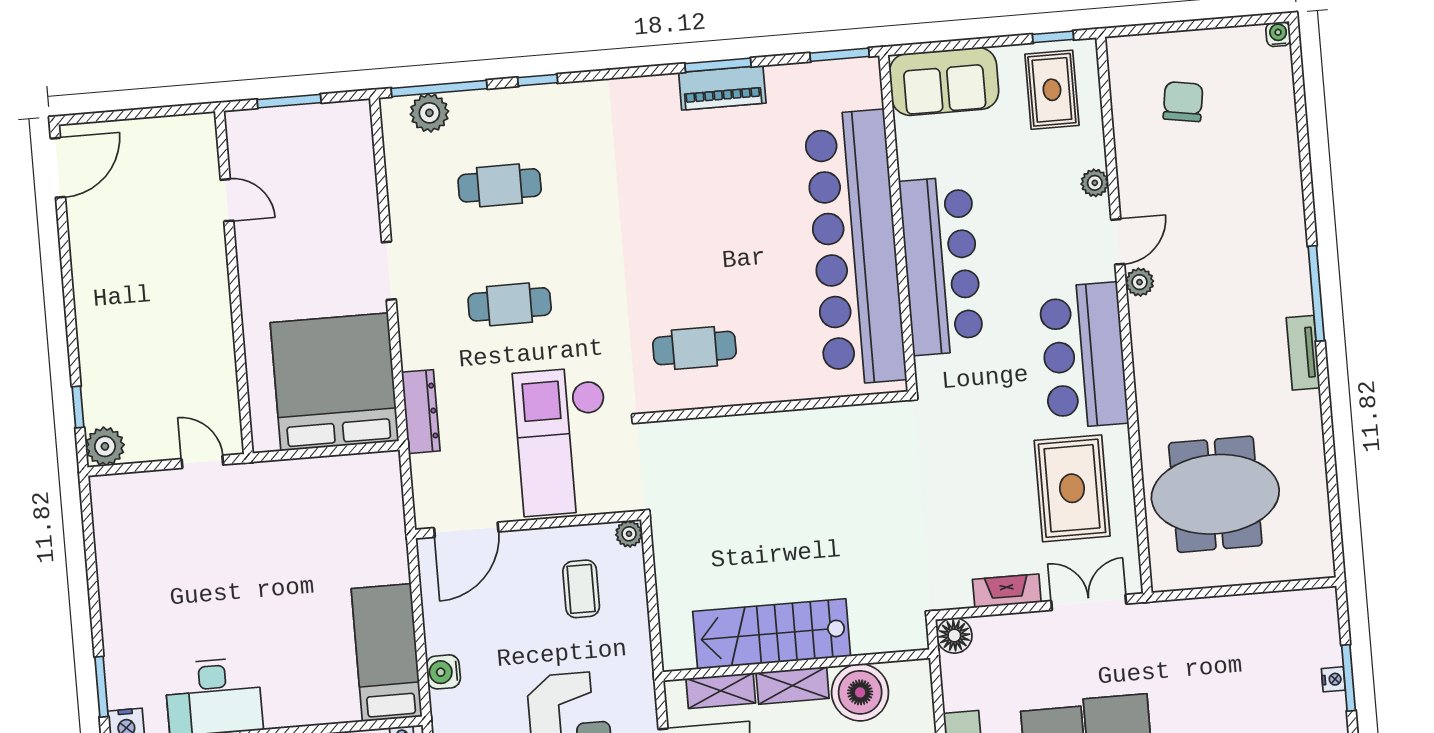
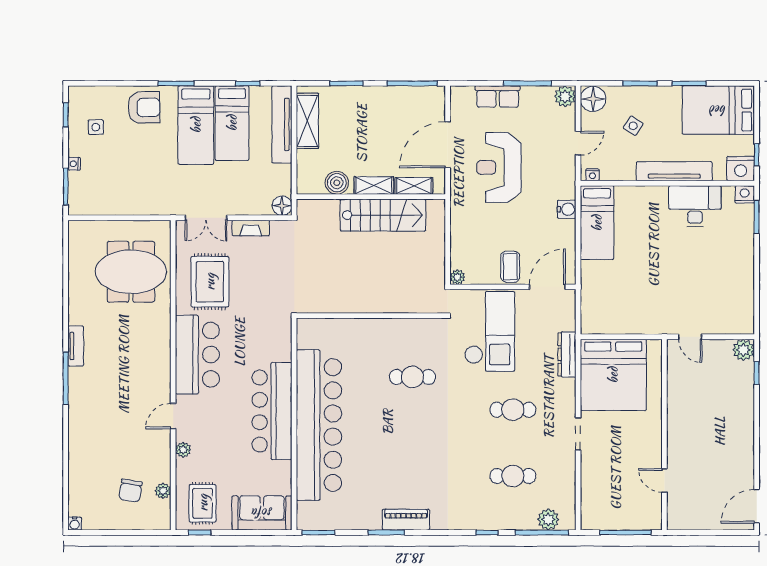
piano: (722, 88) -> (406, 520), moved
window: (289, 101) -> (625, 533), width x1.44
plant: (1140, 282) -> (163, 491), moved
wall: (775, 407) -> (371, 316), moved
coffee table: (581, 589) -> (510, 267), moved
window: (1348, 678) -> (66, 187), moved
boiler: (860, 692) -> (337, 183), width x0.73, depth x0.73

